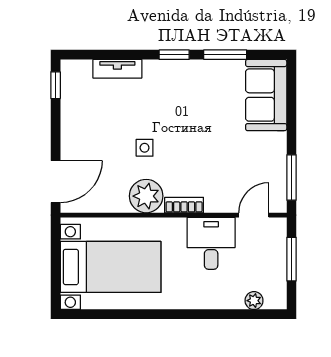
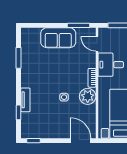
window: (174, 55) -> (19, 112), moved
tv unit: (117, 69) -> (25, 100), moved
sofa: (266, 95) -> (58, 38), moved

